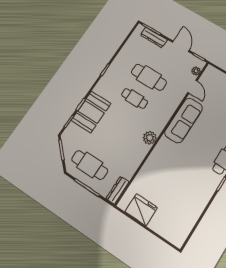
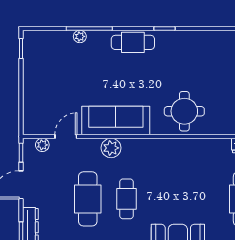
plant: (150, 138) -> (111, 148), moved
round table: (163, 164) -> (184, 111), added

